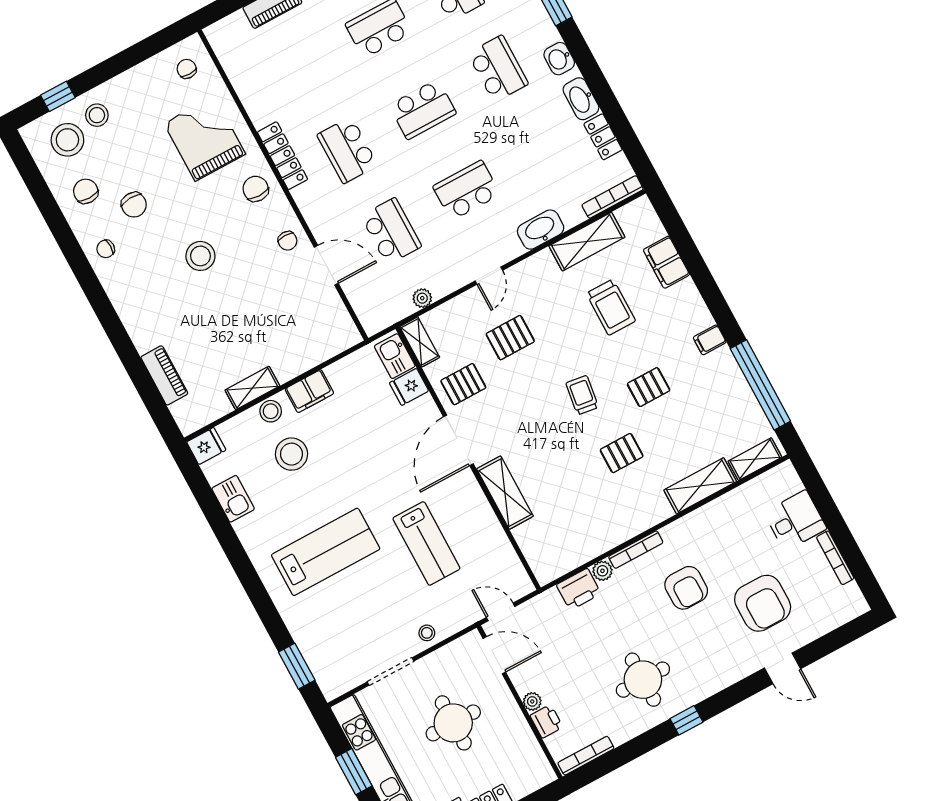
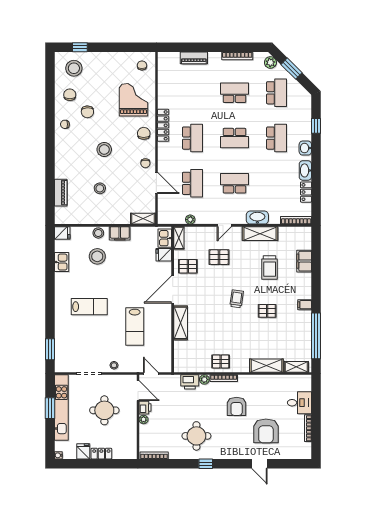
stool: (97, 115) -> (100, 188), moved
school desk: (347, 150) -> (192, 138), turned 180
shelving: (587, 242) -> (260, 234), moved
shelving: (252, 388) -> (143, 219), moved
pallet: (622, 453) -> (221, 361), moved
lab bench: (326, 552) -> (89, 307), width x0.73, depth x0.72
printer: (546, 721) -> (145, 408), moved

